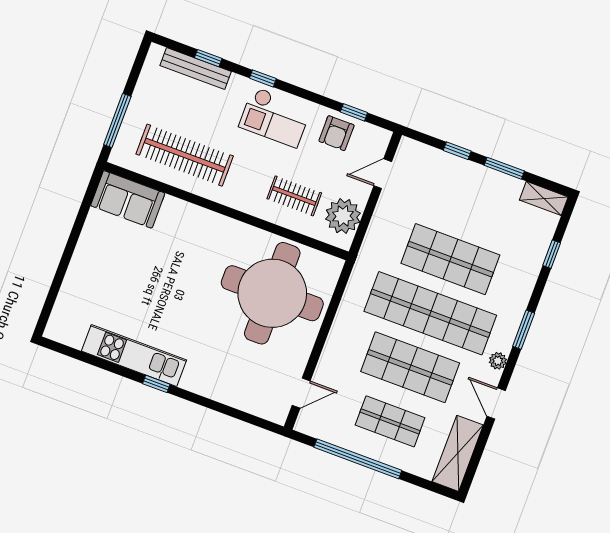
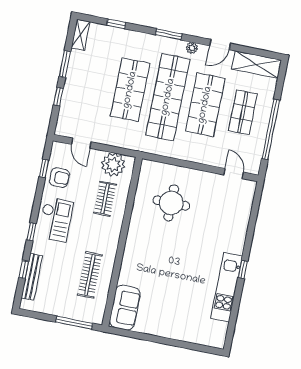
clothes rail: (185, 155) -> (90, 275), width x0.73, depth x0.76
round table: (272, 293) -> (171, 203), width x0.54, depth x0.54

